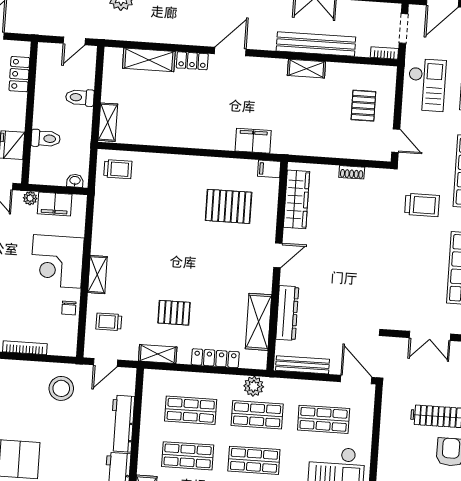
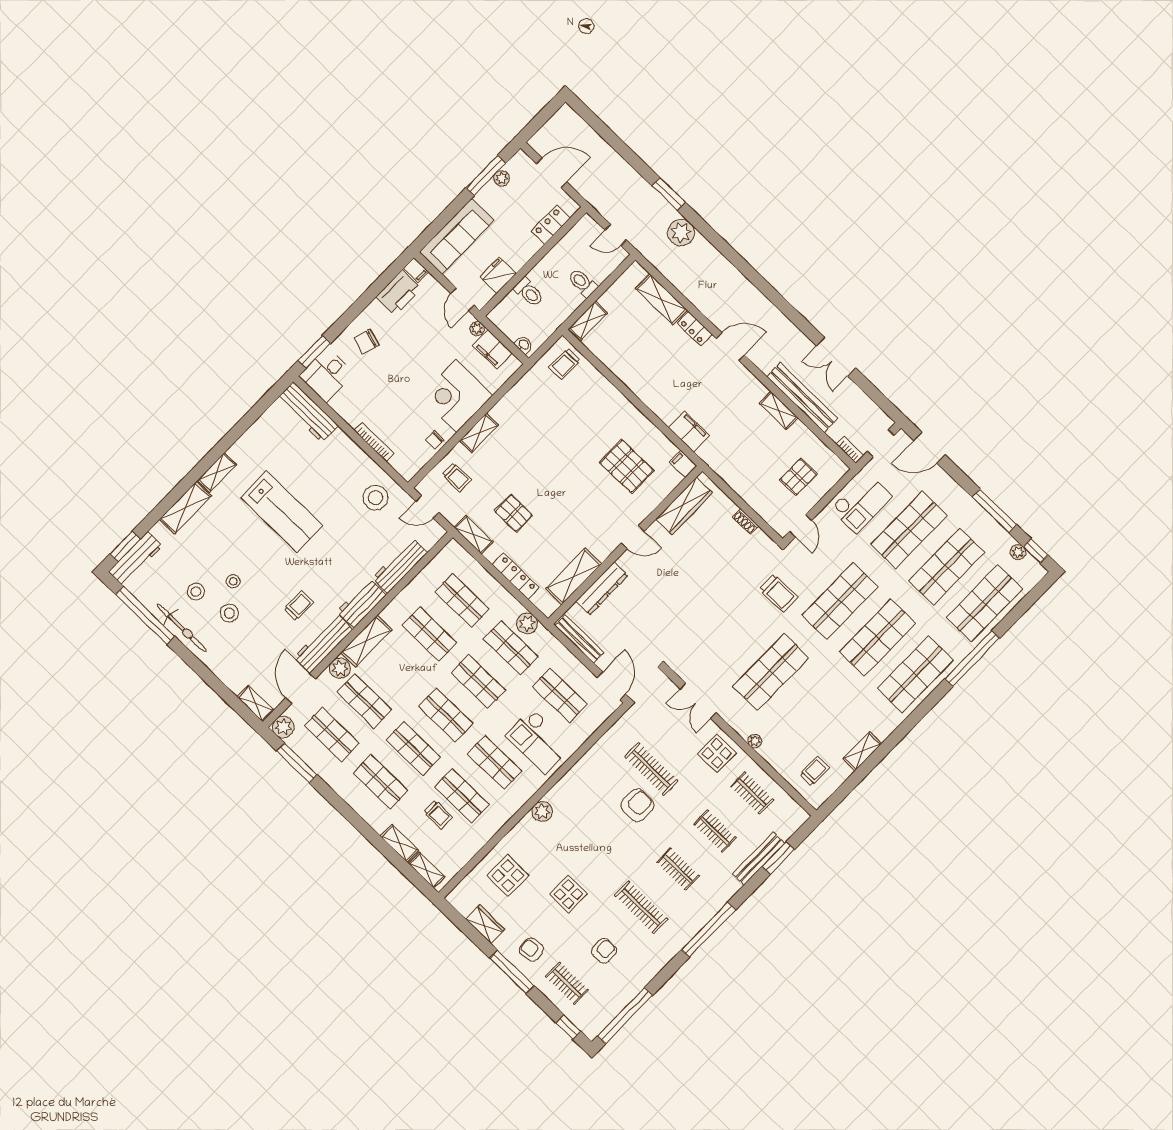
trolley: (118, 169) -> (565, 364), turned 90
trolley: (109, 322) -> (457, 477), turned 180

